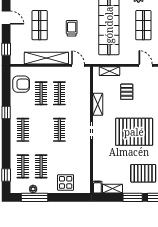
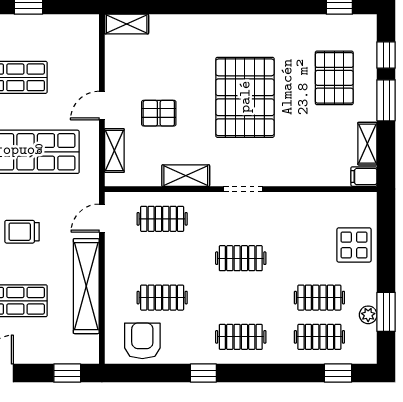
door: (146, 65) -> (102, 106), moved
clothes rail: (59, 93) -> (162, 219), moved
window: (34, 197) -> (386, 312), width x0.69

